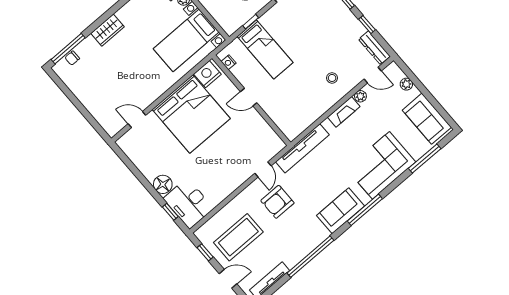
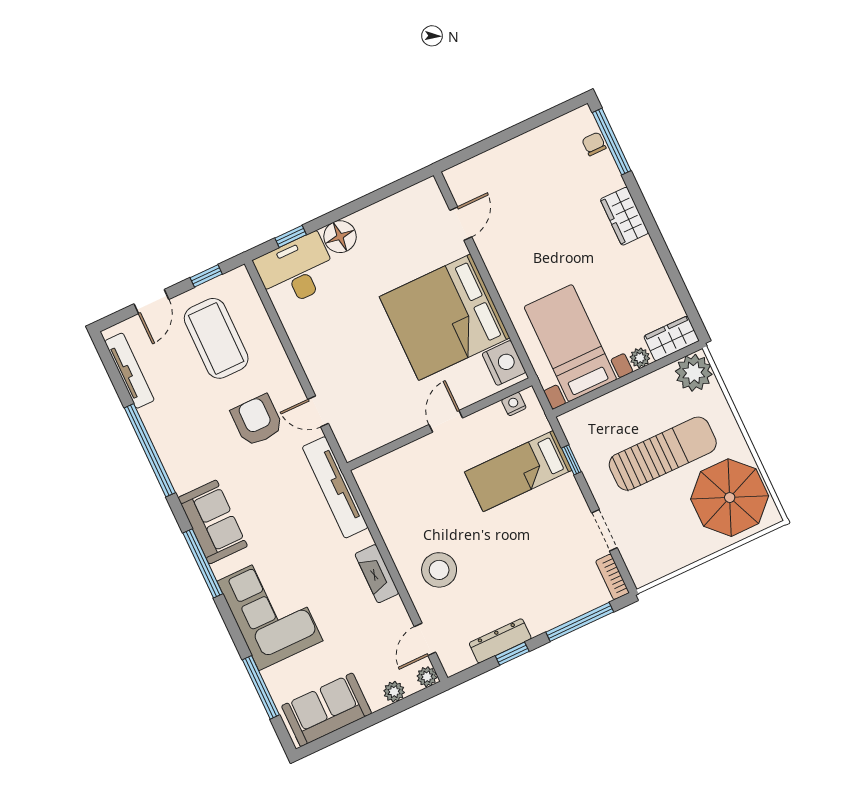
dresser: (374, 48) -> (500, 641), moved
stool: (332, 78) -> (439, 570), width x1.89, depth x1.89
plant: (360, 96) -> (427, 677), moved

